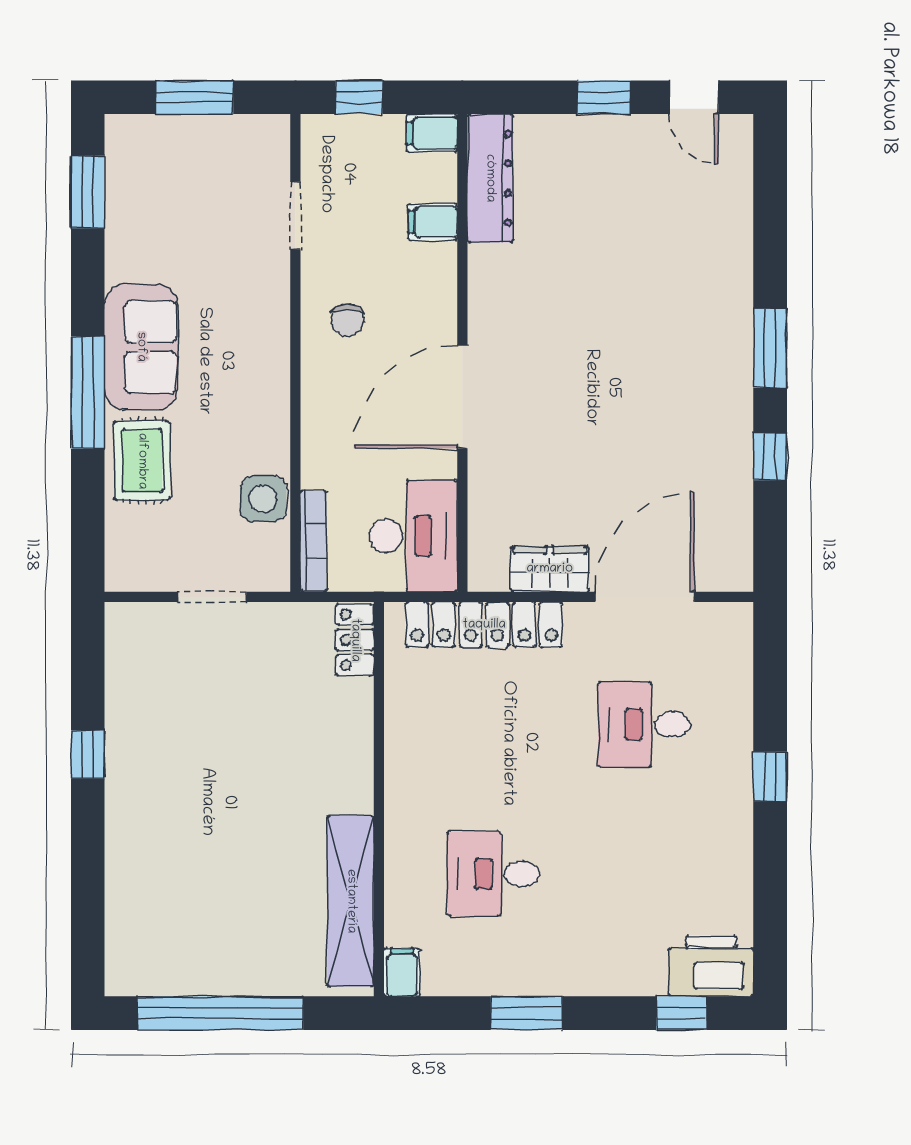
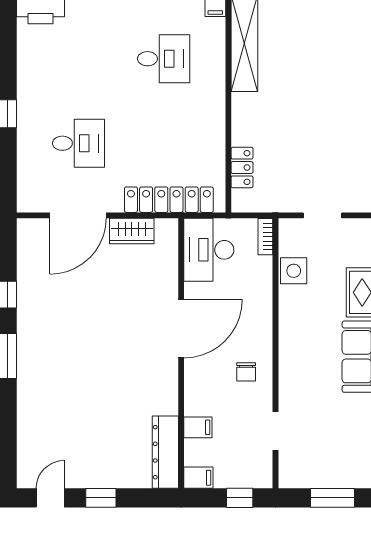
door: (694, 97) -> (50, 498), hinge flipped
chair: (347, 320) -> (246, 372), turned 180
bookcase: (313, 541) -> (265, 237), width x0.64
locker: (355, 640) -> (242, 168), moved

